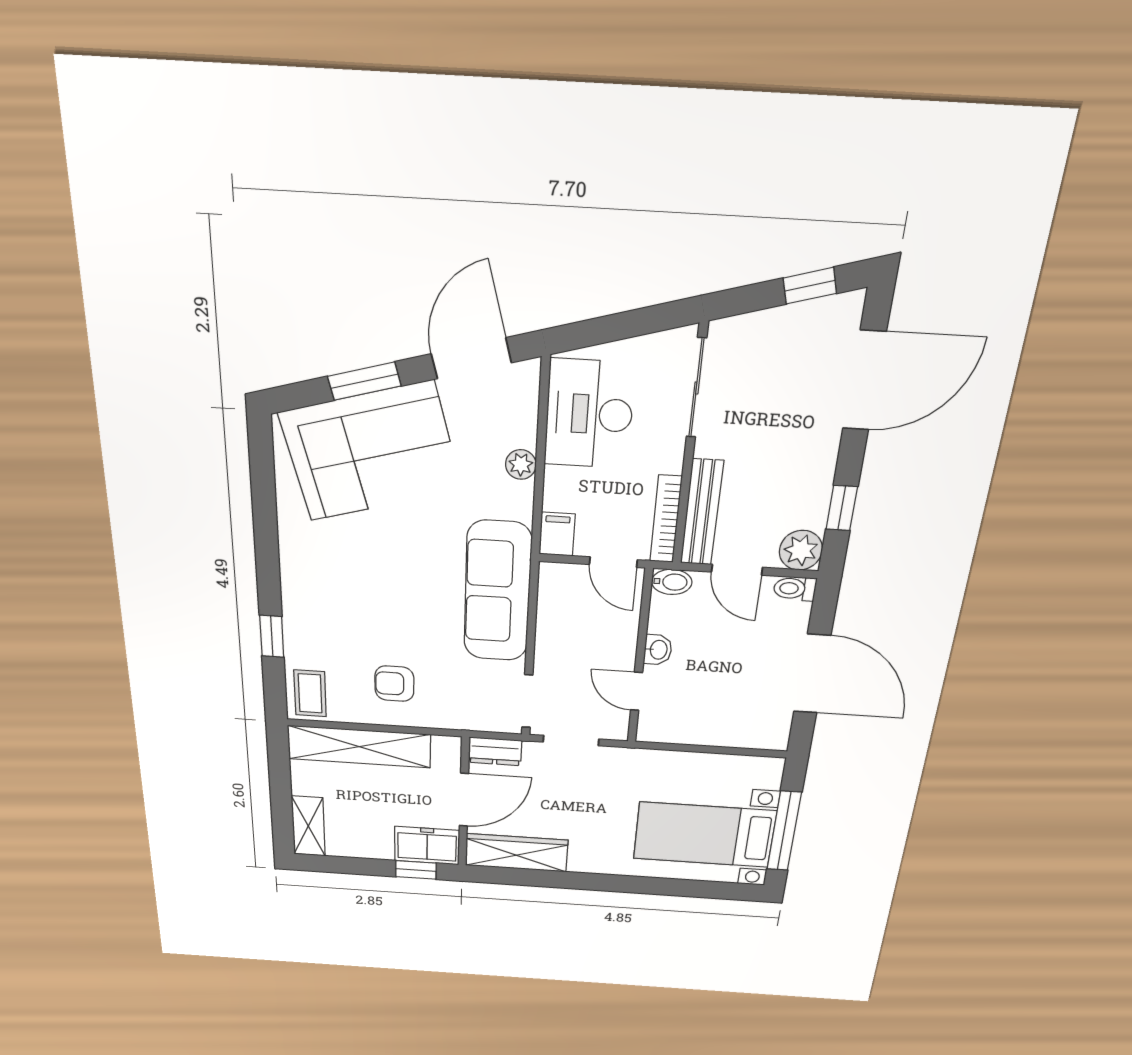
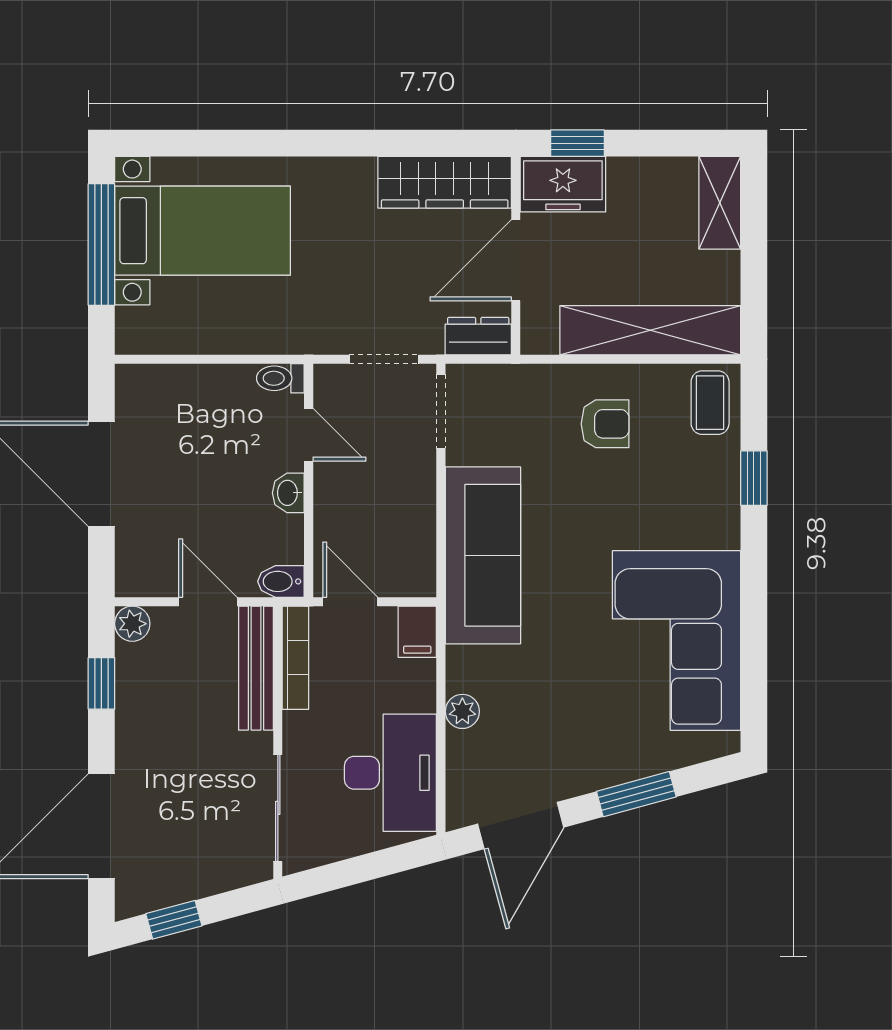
corner sofa: (371, 452) -> (677, 641), moved, turned -75
plant: (801, 550) -> (132, 624), width x0.73, depth x0.73
toilet: (795, 589) -> (280, 378), moved, turned 180

